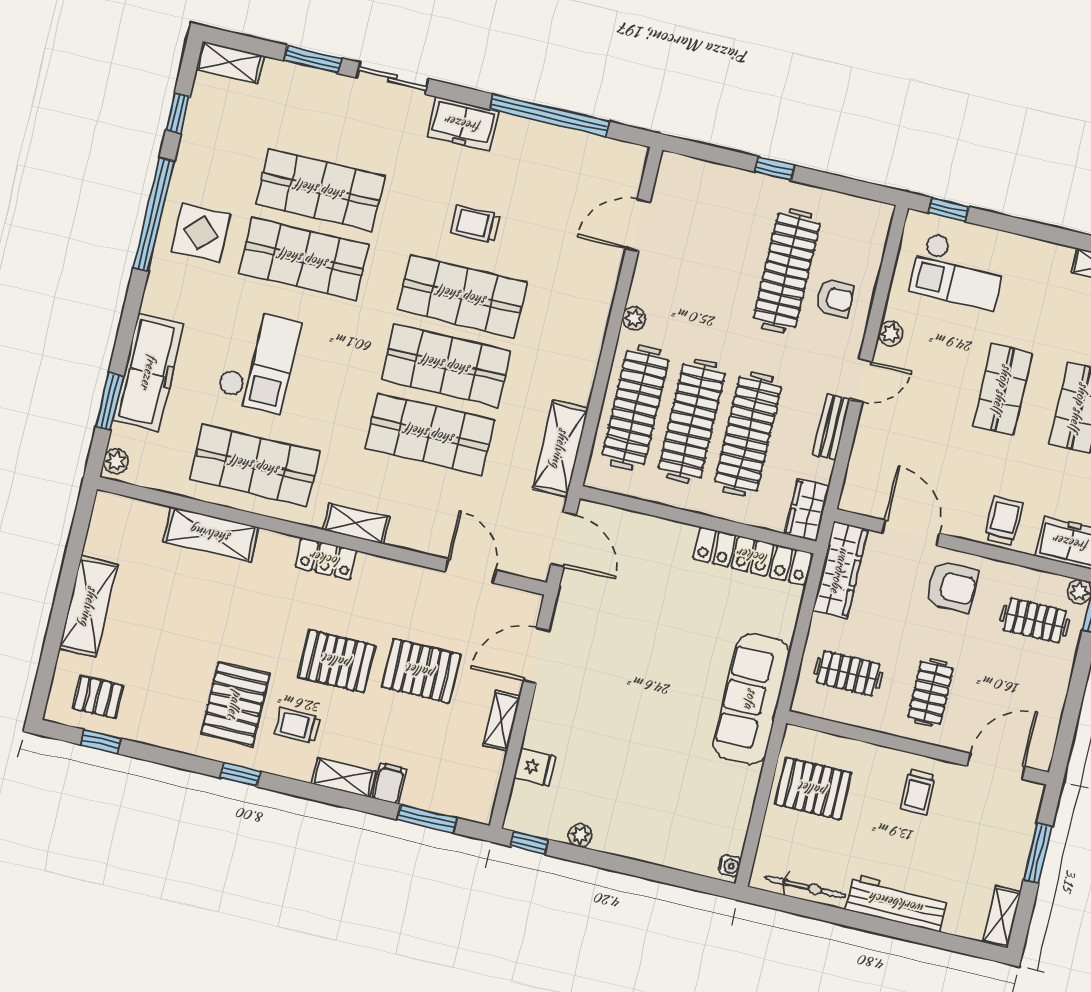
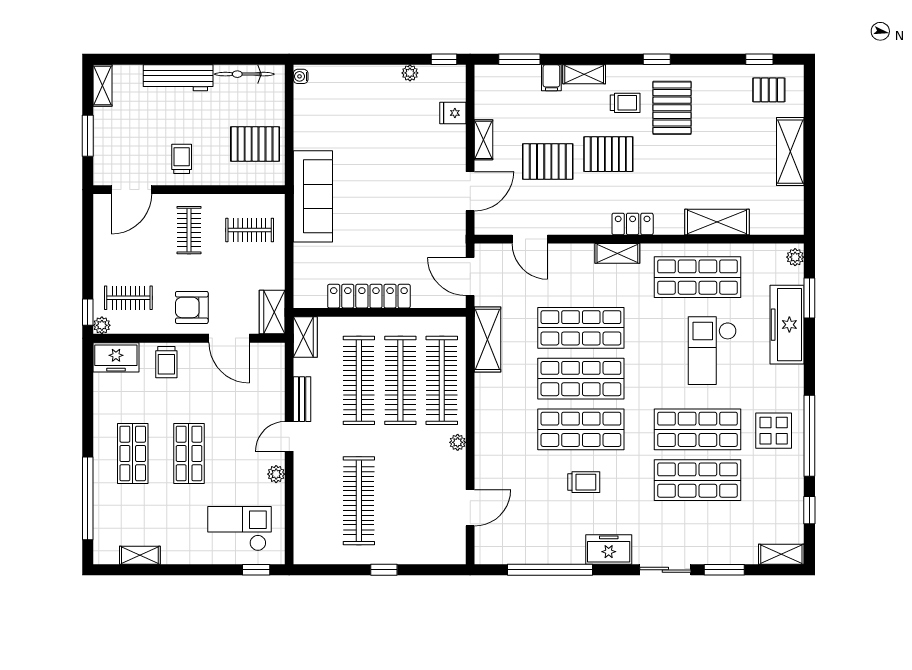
armchair: (835, 298) -> (321, 489), removed
locker: (753, 556) -> (369, 296), moved
wardrobe: (840, 570) -> (272, 312), width x0.67

